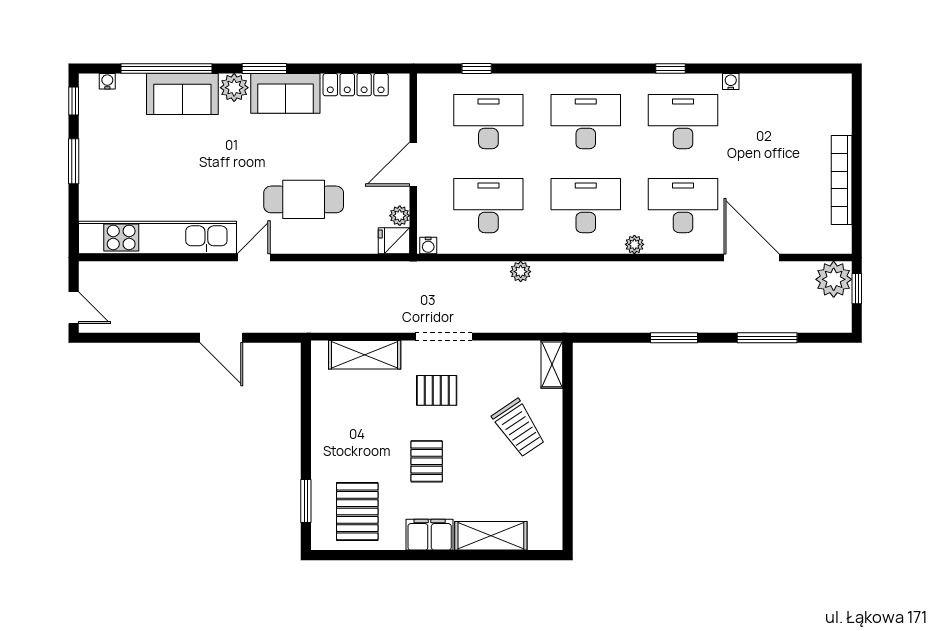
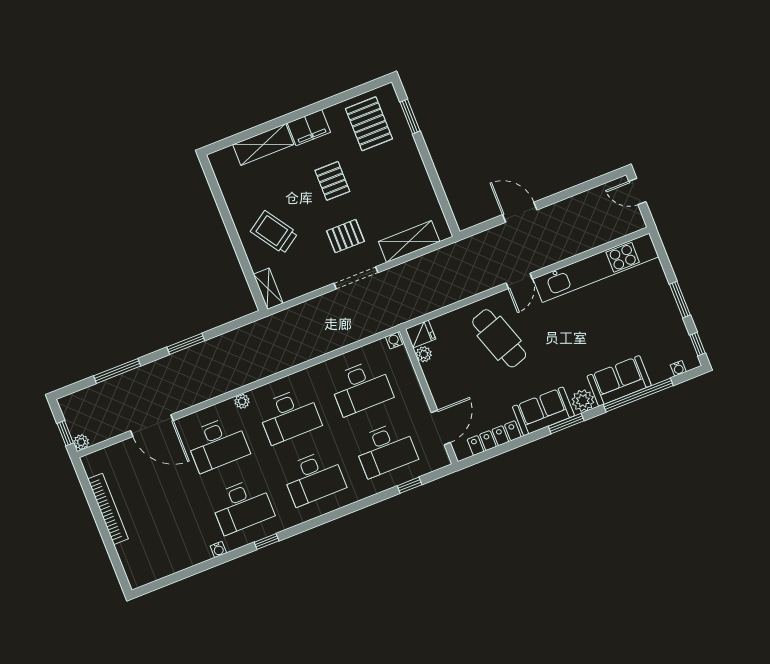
door: (413, 164) -> (441, 427), moved
cafe table: (304, 199) -> (499, 338), turned 71
plant: (521, 272) -> (318, 348), removed
plant: (834, 279) -> (81, 442), width x0.53, depth x0.53

